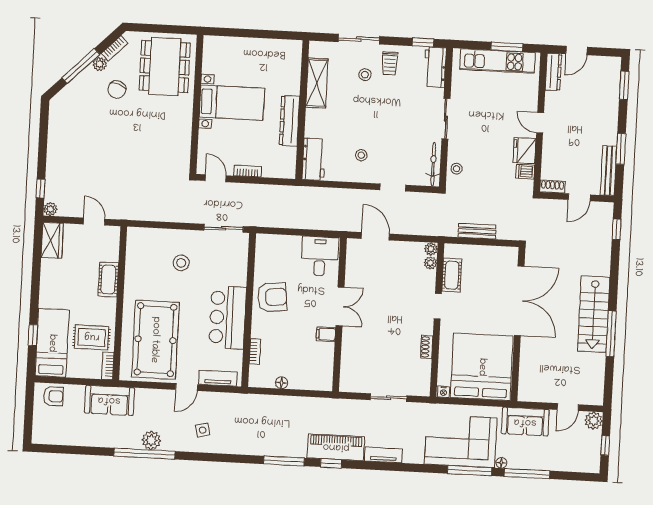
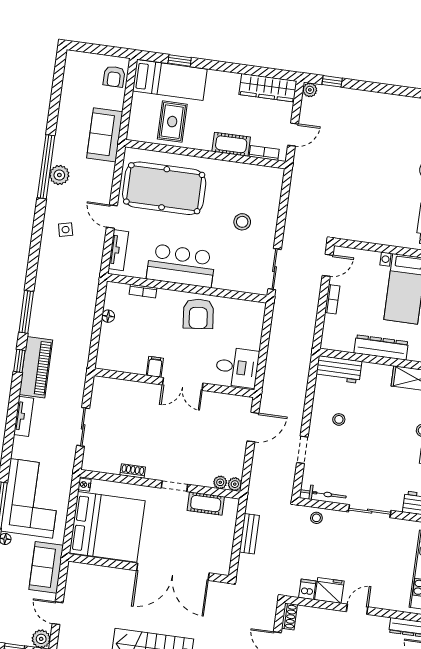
wardrobe: (52, 240) -> (268, 88), width x1.50
bookcase: (108, 366) -> (264, 153), moved

